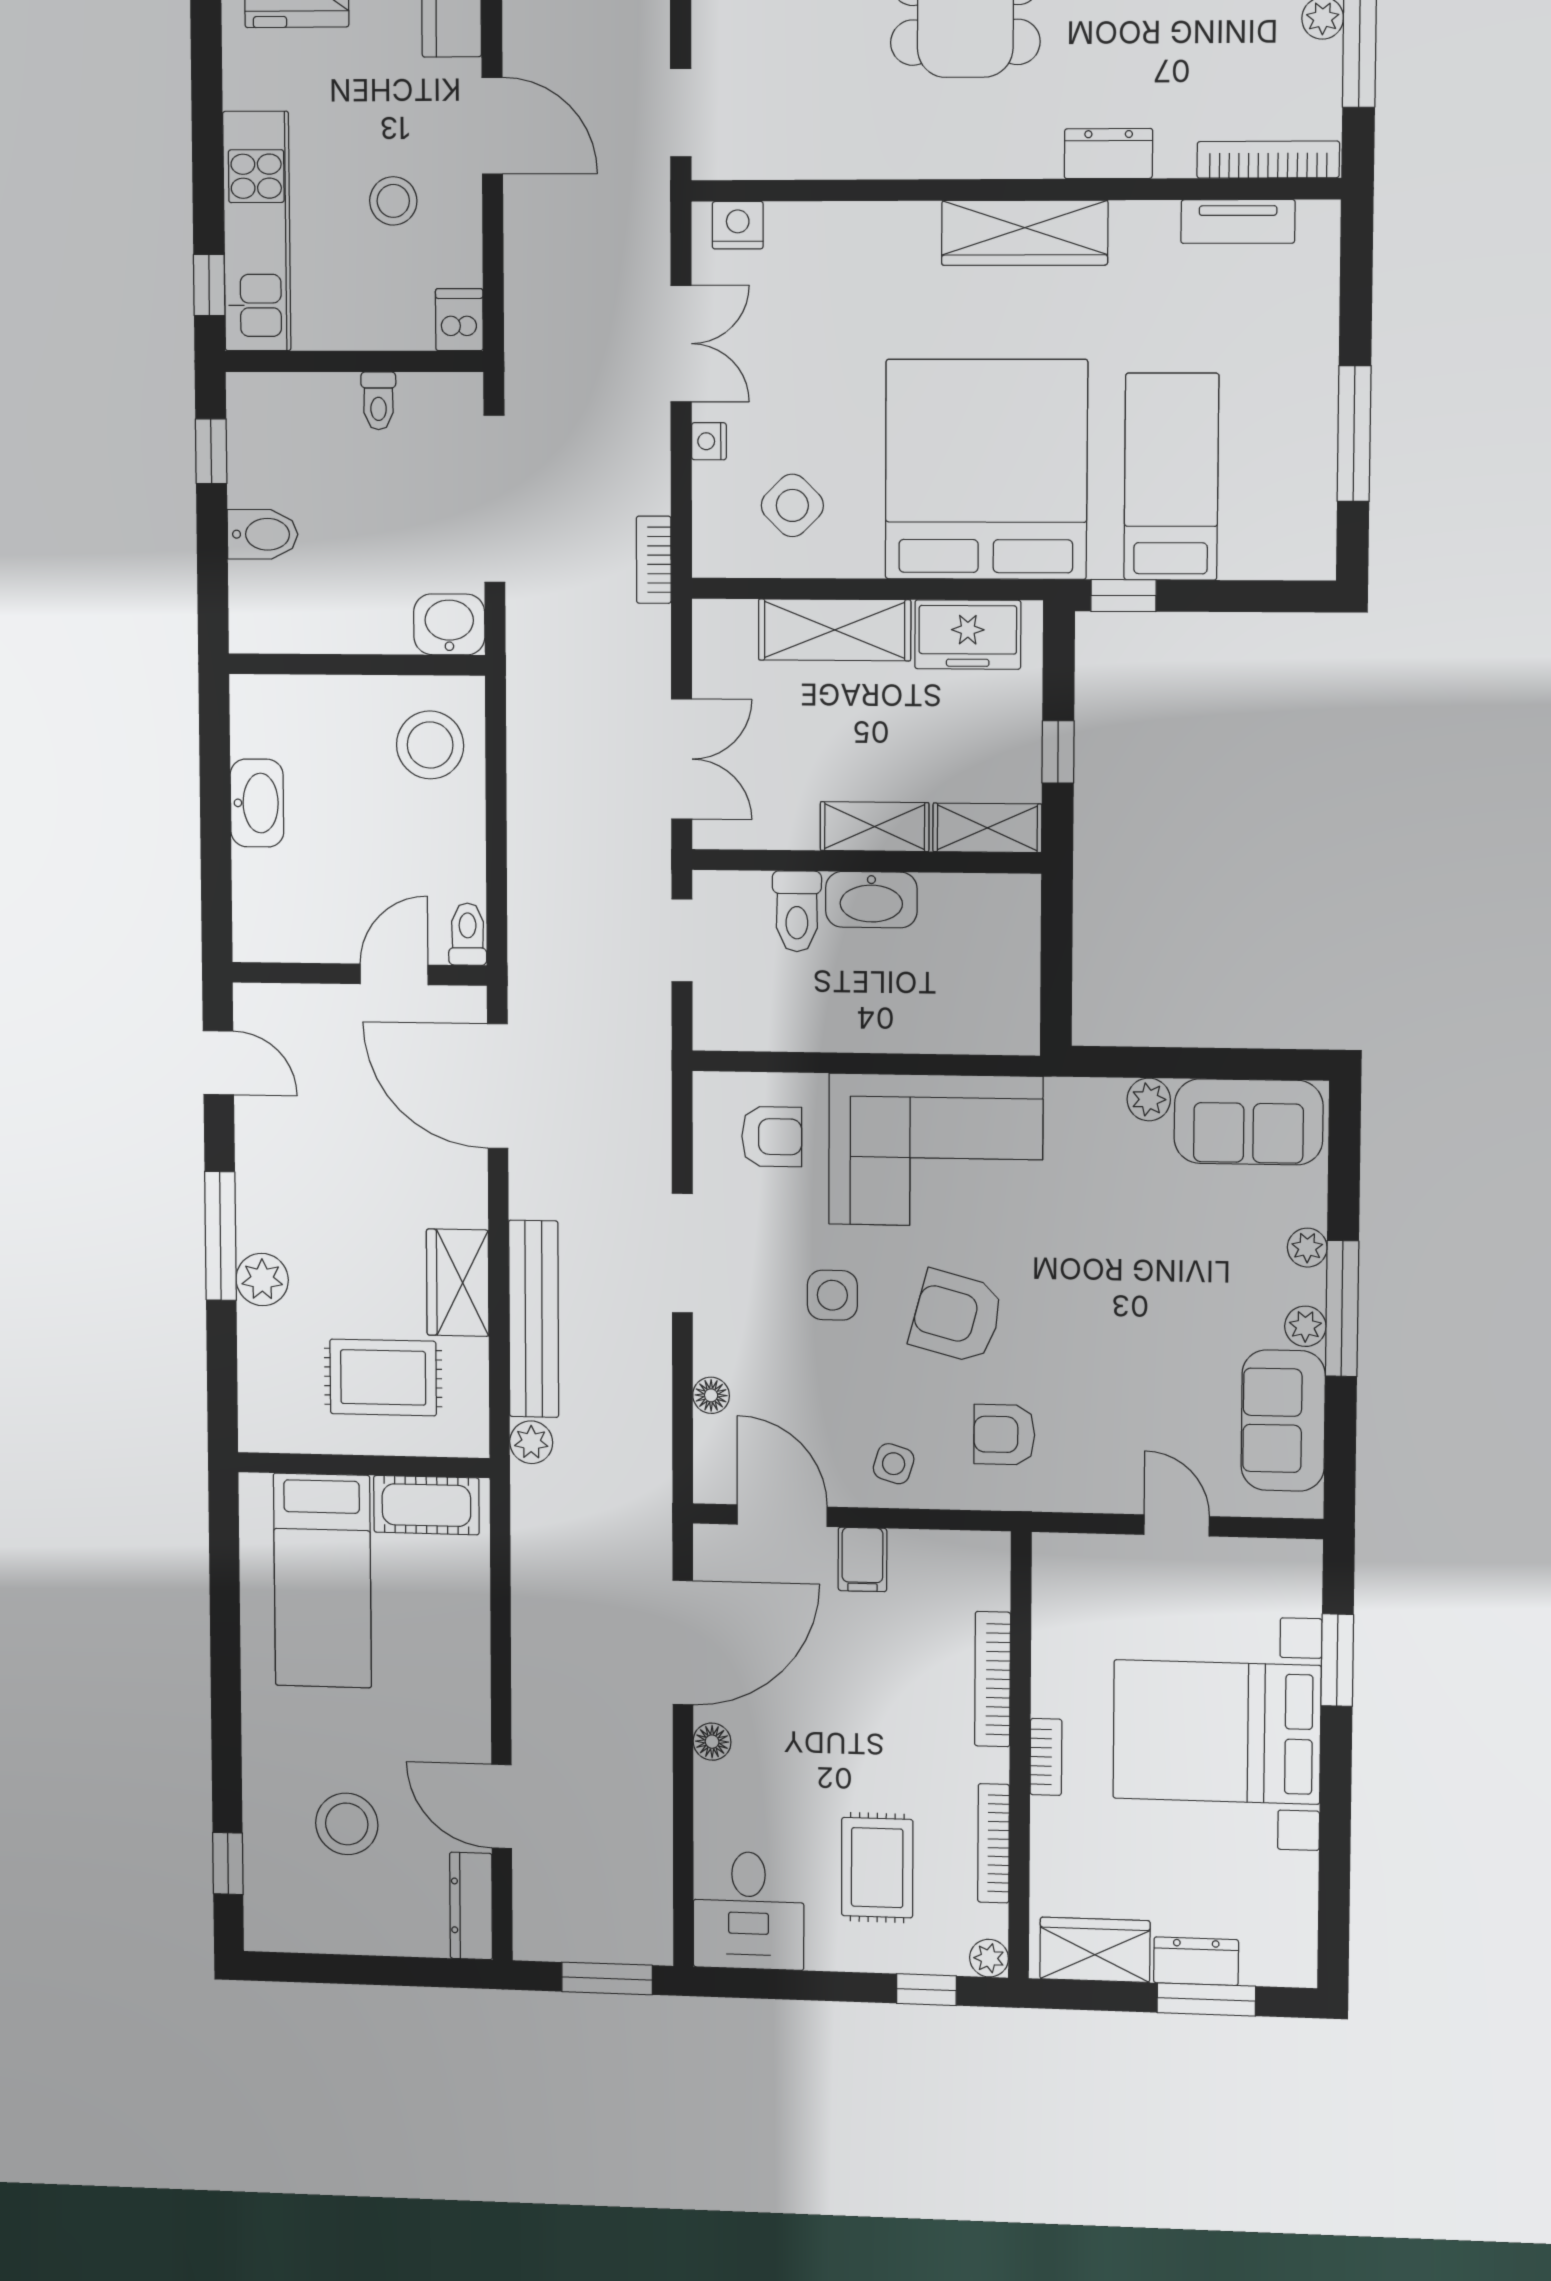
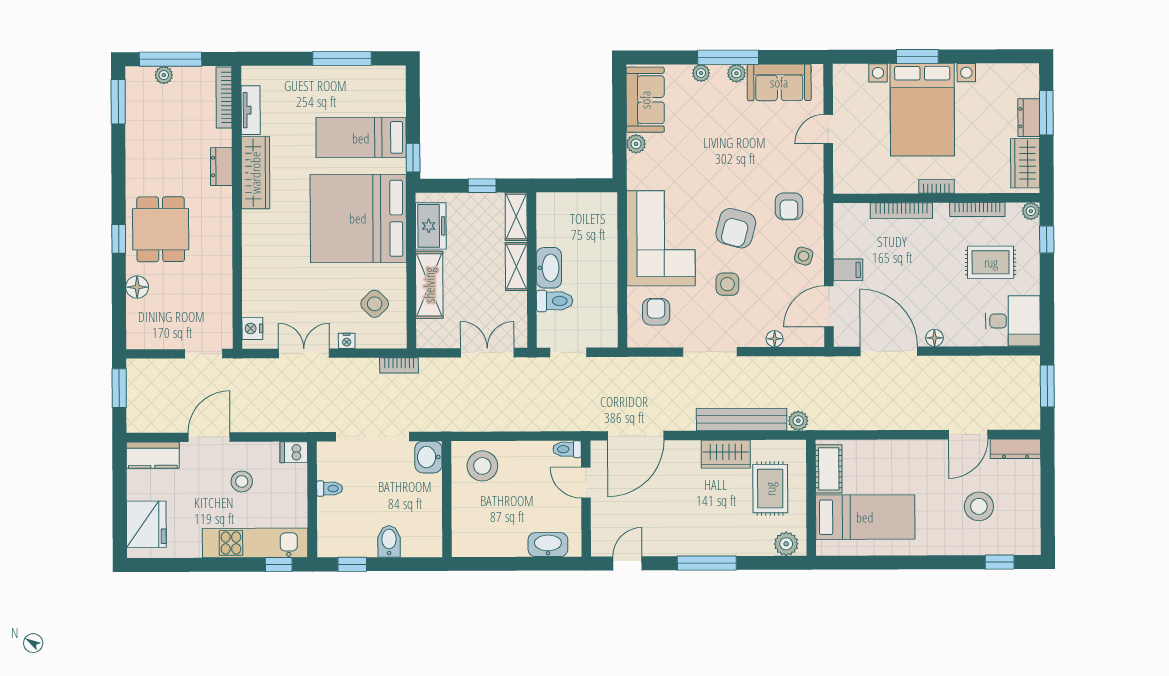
wardrobe: (1025, 233) -> (255, 173), moved
washbasin: (257, 803) -> (548, 545), moved
plant: (262, 1280) -> (786, 544), moved
window: (1337, 1660) -> (917, 57), moved

